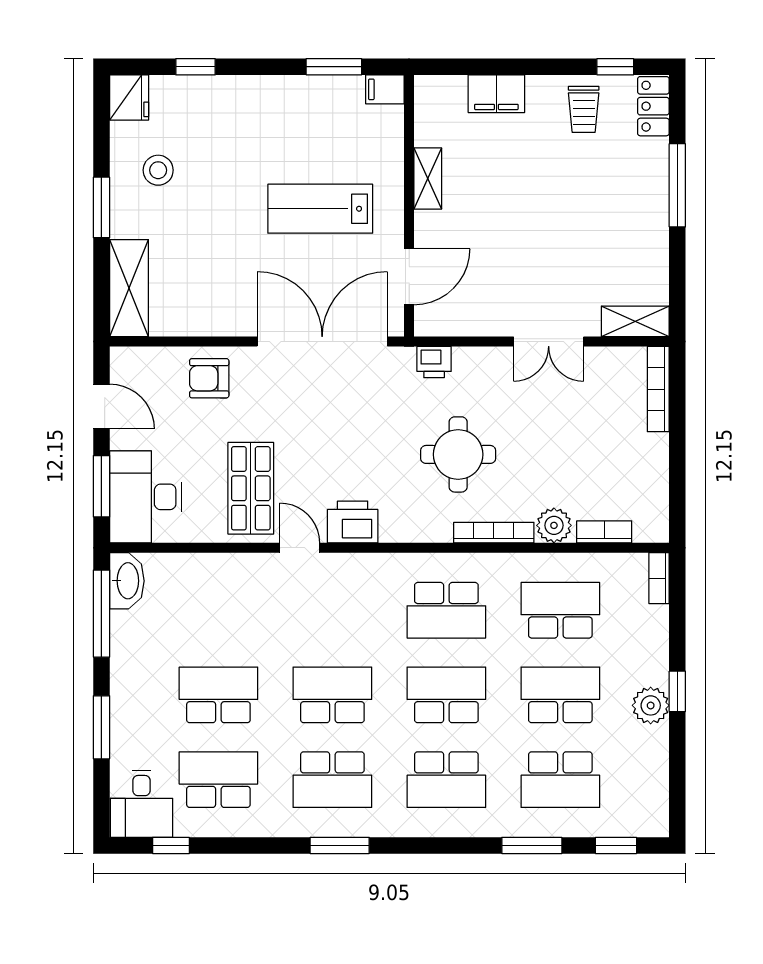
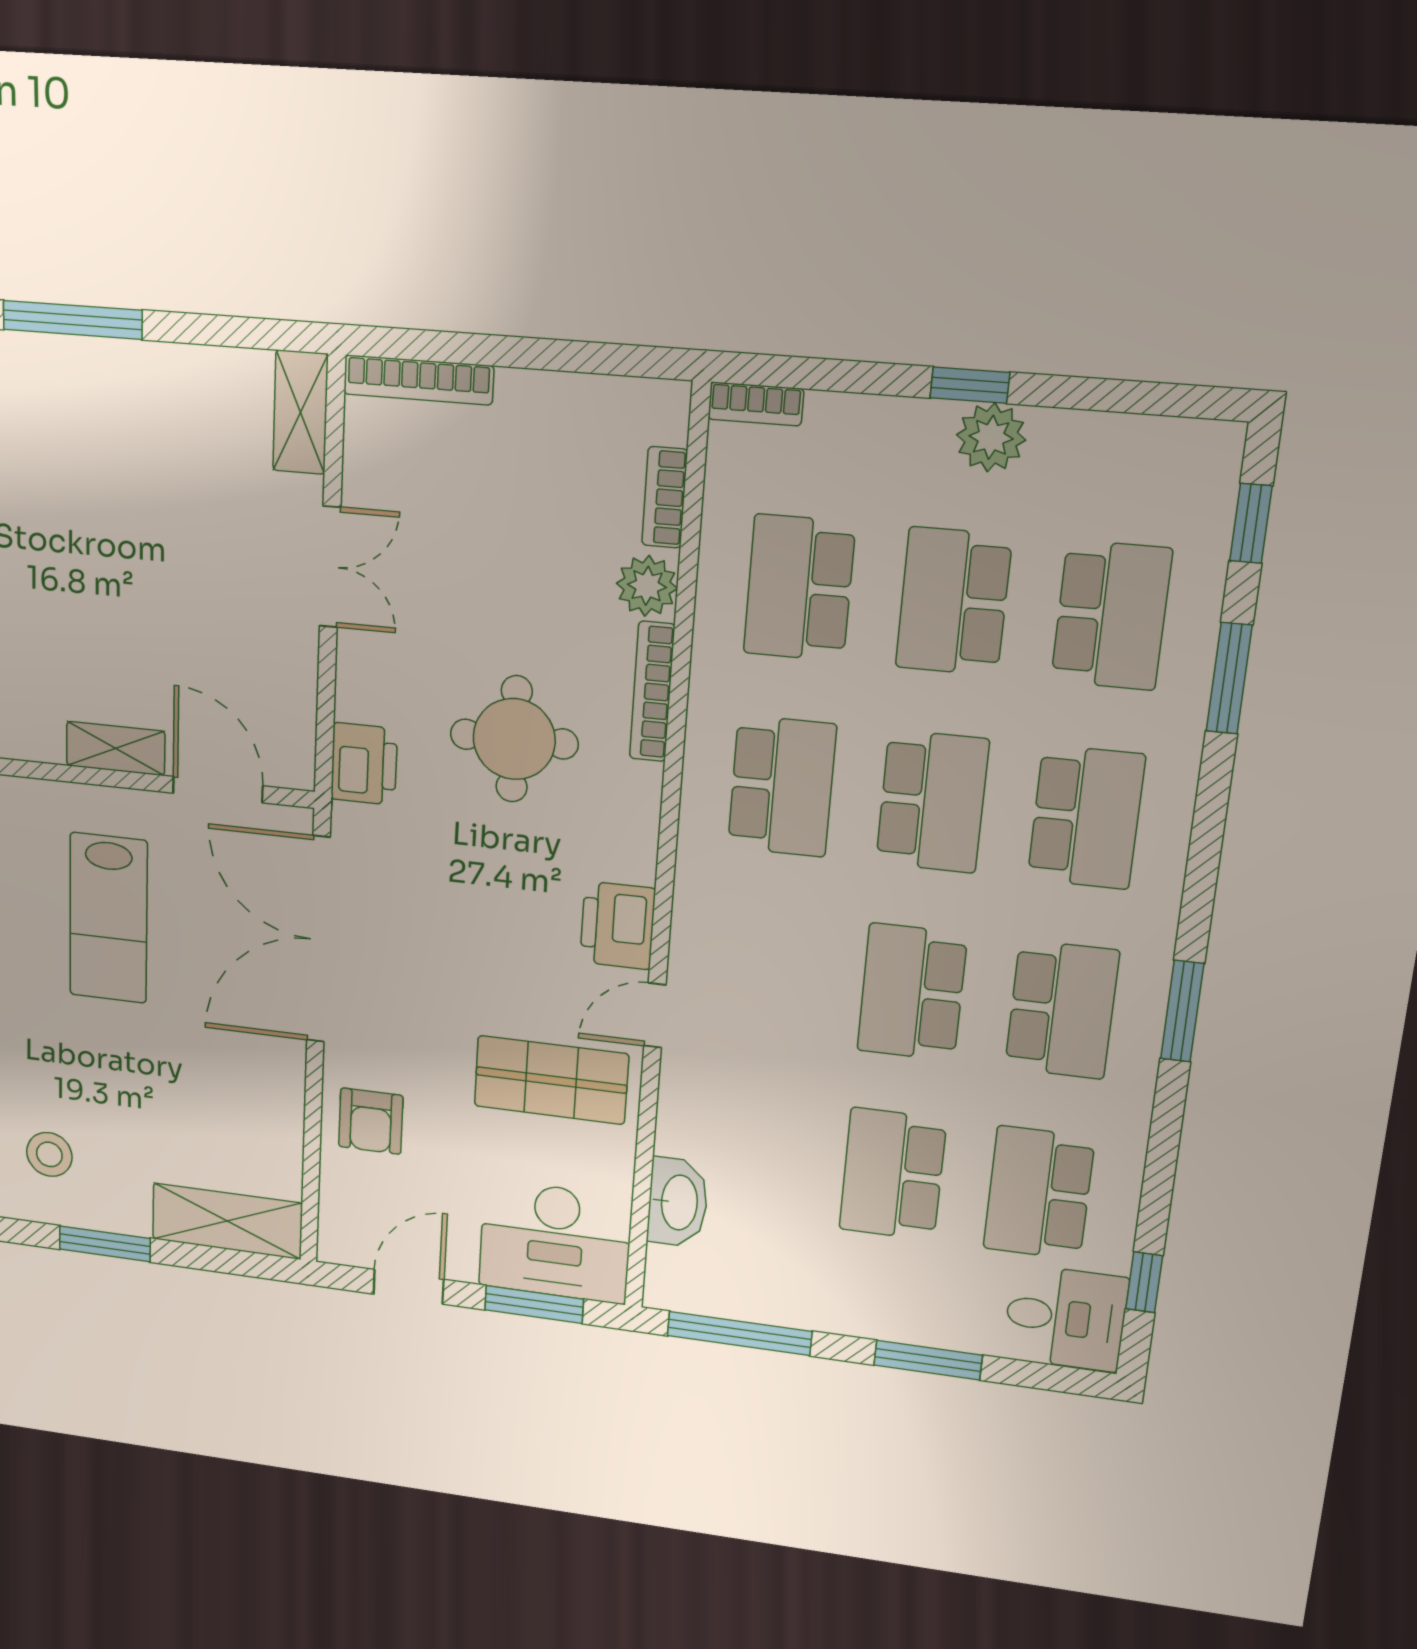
shelving: (428, 178) -> (116, 748), moved
printer: (434, 362) -> (364, 764), width x1.36, depth x1.24
washbasin: (127, 581) -> (678, 1202), moved, turned 90
school desk: (446, 695) -> (932, 802), turned 180

